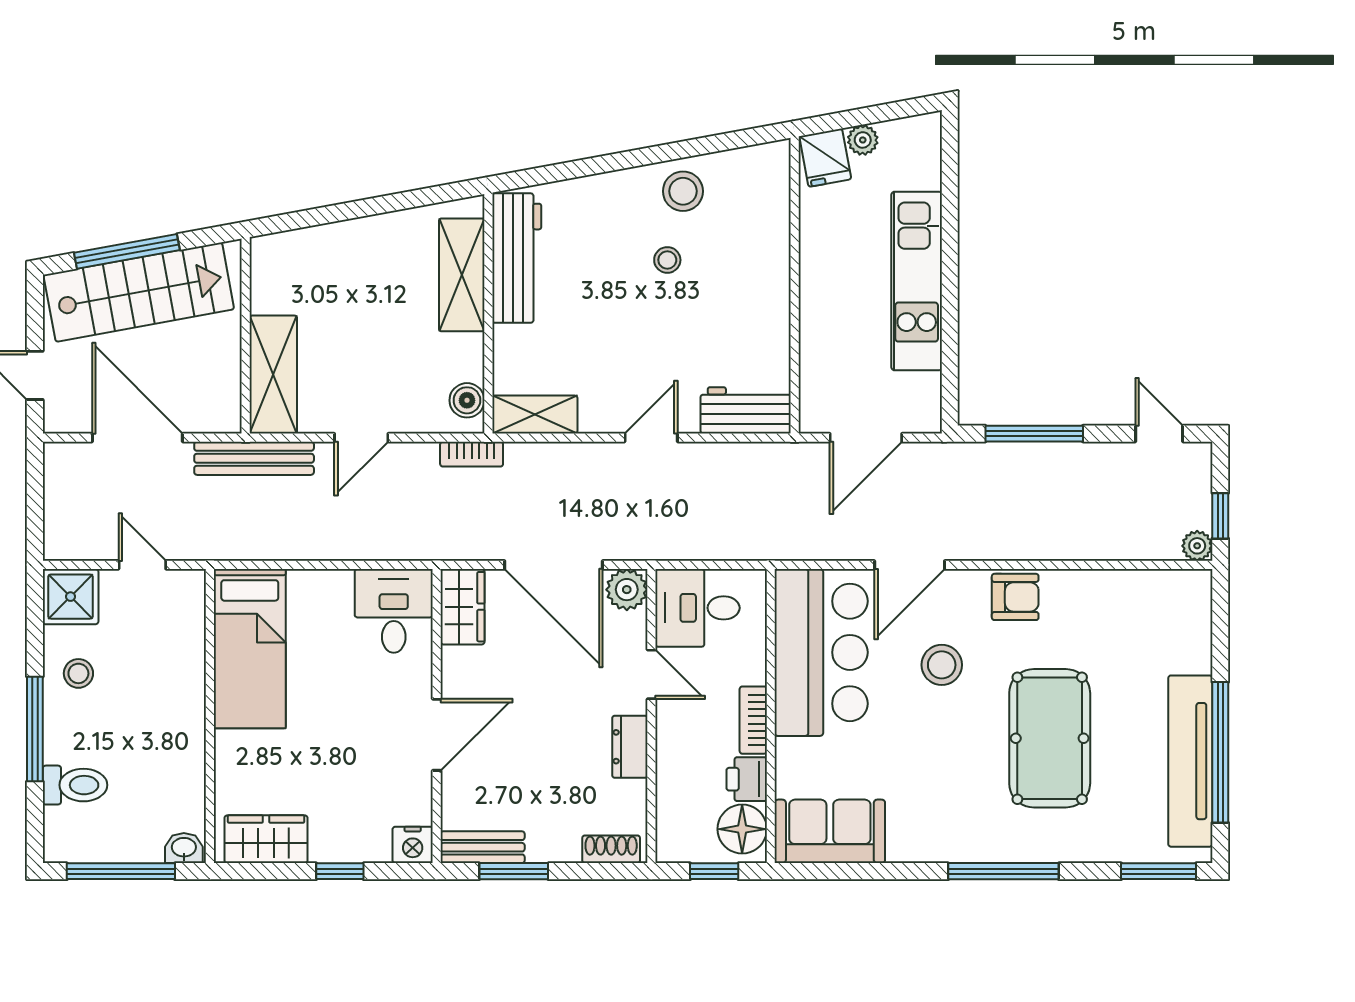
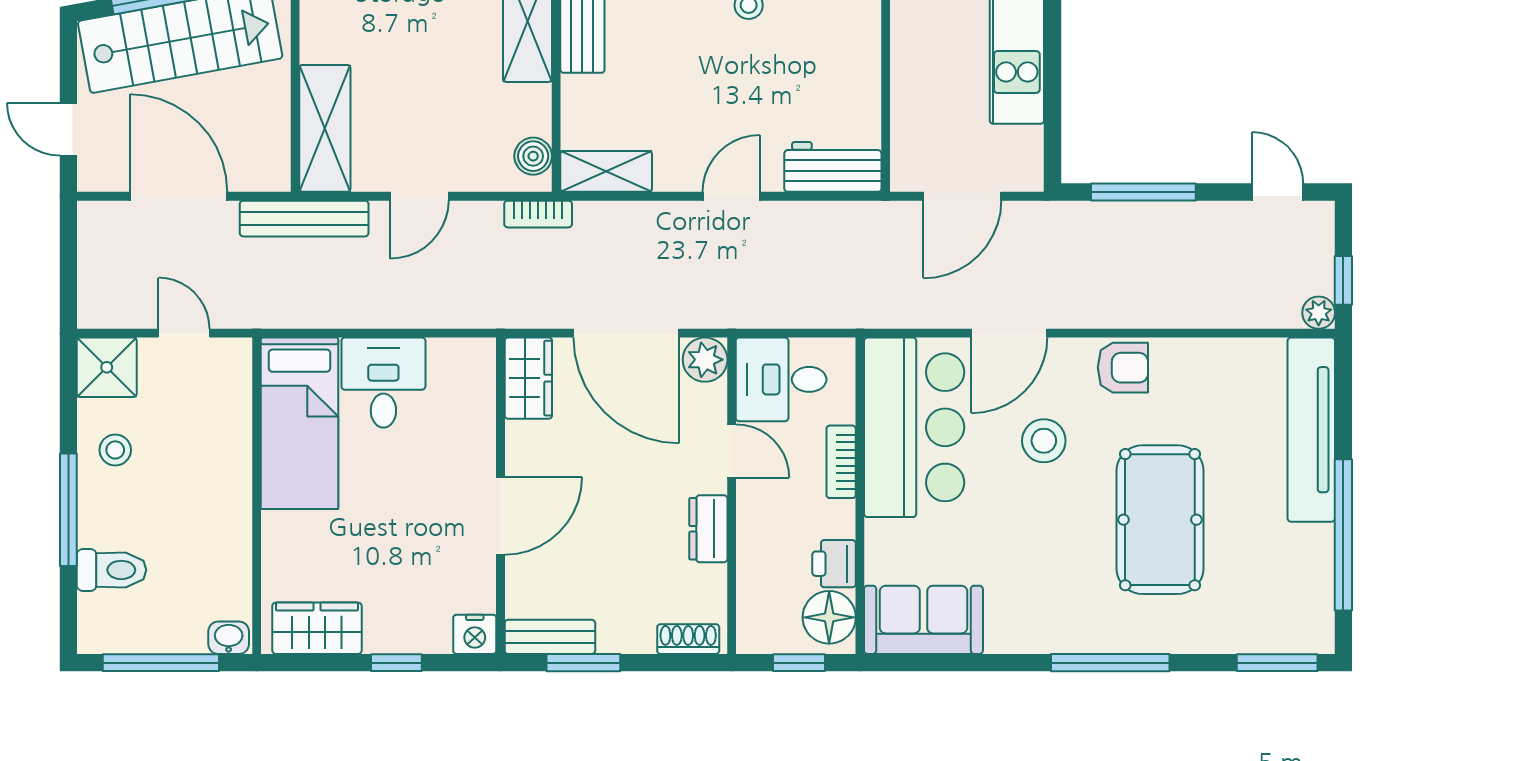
desk: (394, 611) -> (383, 383), moved
bookcase: (753, 720) -> (841, 462), moved
tv unit: (1190, 761) -> (1311, 430), moved

